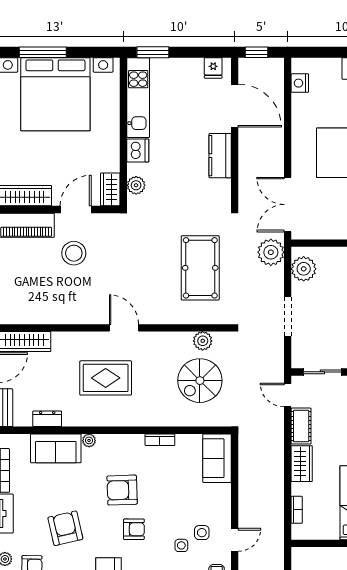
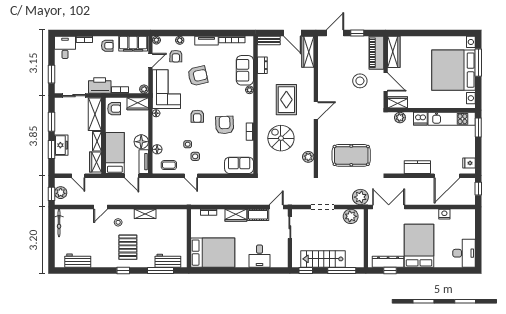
nightstand: (300, 83) -> (444, 214), moved
spiral stairs: (200, 381) -> (281, 138), moved
armchair: (122, 490) -> (225, 125), moved

